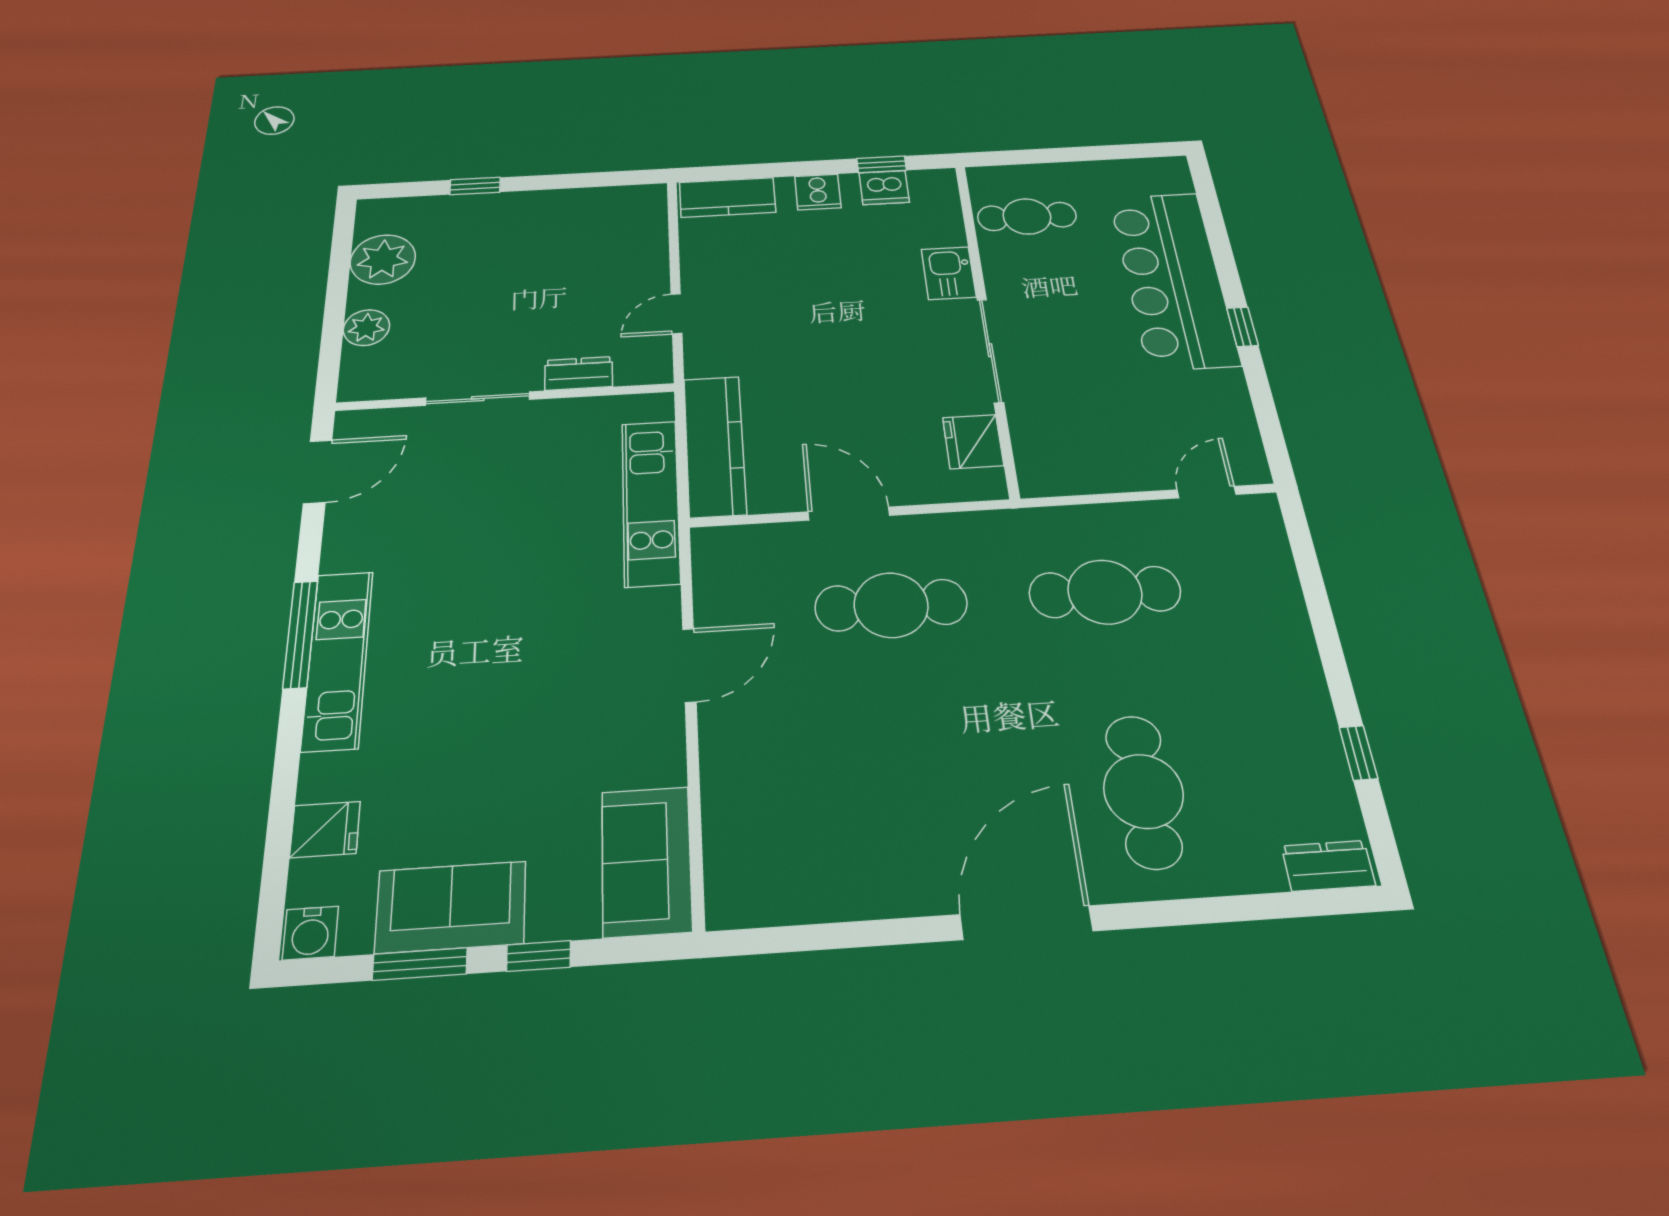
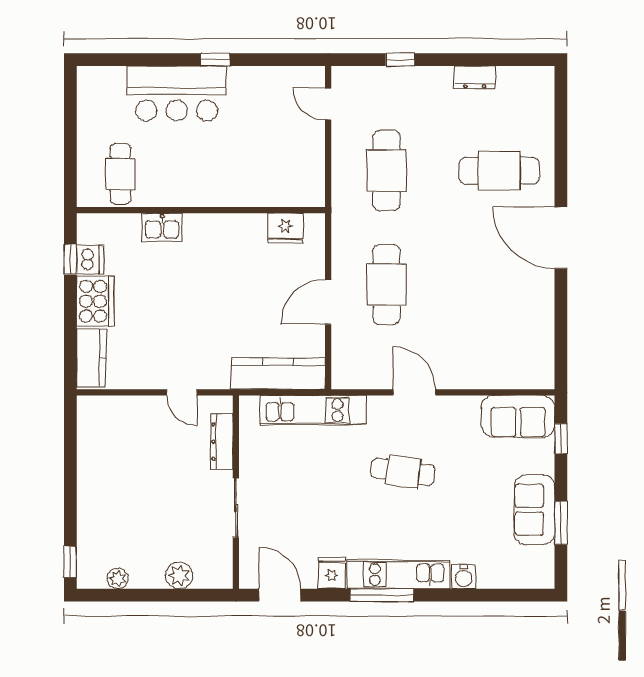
window: (475, 186) -> (70, 562), moved
cooker: (818, 192) -> (95, 301), width x1.87, depth x1.31
plant: (383, 259) -> (118, 578), width x0.53, depth x0.53
bar counter: (1173, 279) -> (177, 93), width x0.73
sliding door: (990, 350) -> (222, 210), removed
dresser: (579, 373) -> (222, 442), width x1.44
cafe table: (536, 655) -> (403, 472), added
window: (1358, 753) -> (400, 60), moved
fridge: (325, 829) -> (332, 573), moved
dresser: (1328, 866) -> (475, 77), moved, turned -90
water cooler: (310, 933) -> (464, 577), moved, turned 90
window: (539, 956) -> (561, 439), moved

